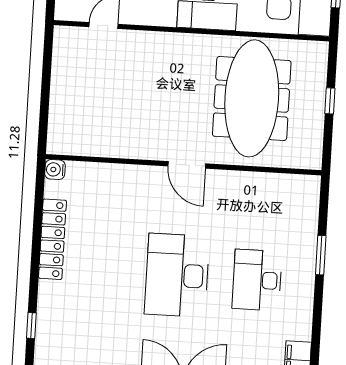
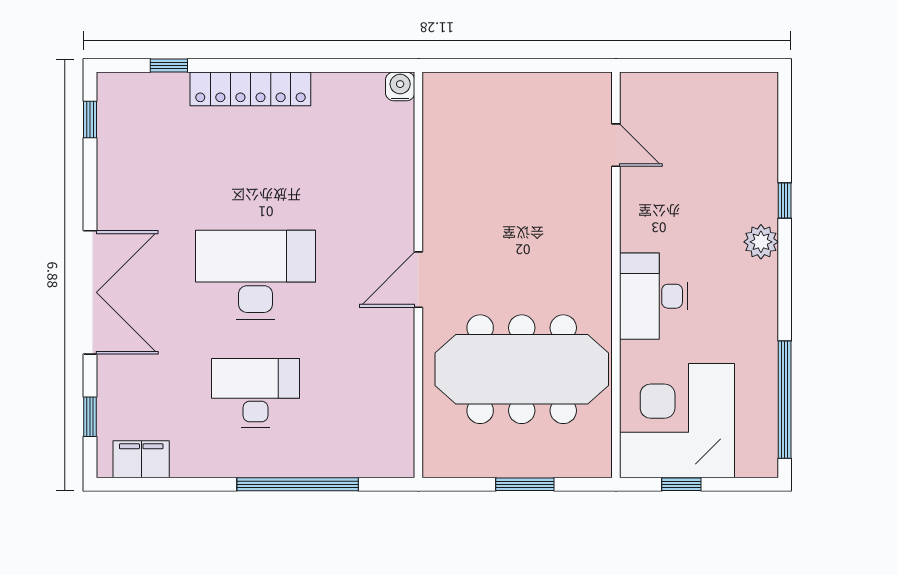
window: (330, 101) -> (525, 484), width x1.50
locker: (52, 239) -> (250, 89), moved
window: (321, 255) -> (298, 484), width x2.11

